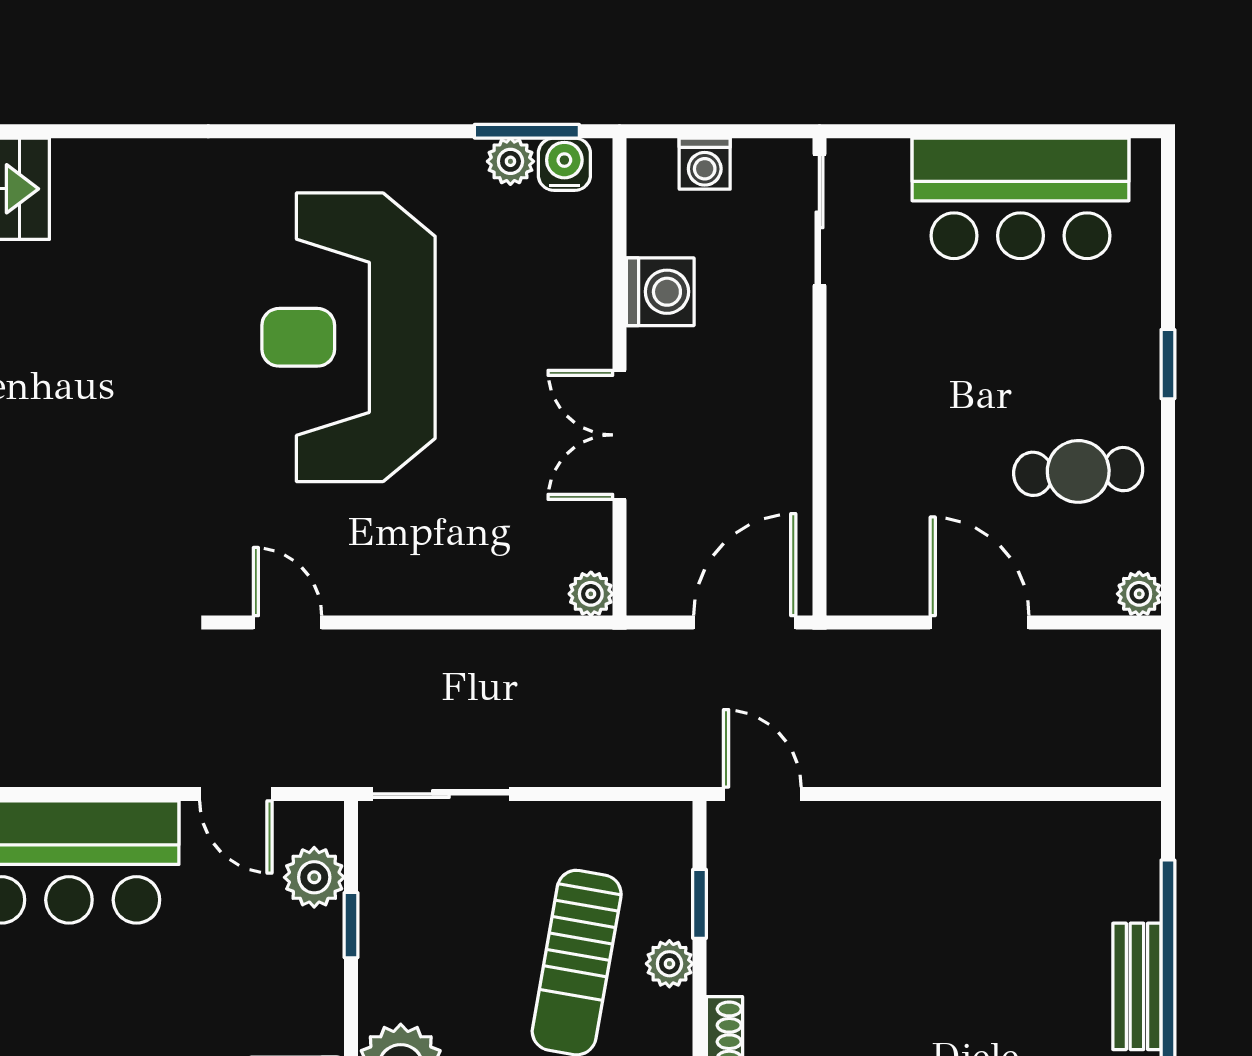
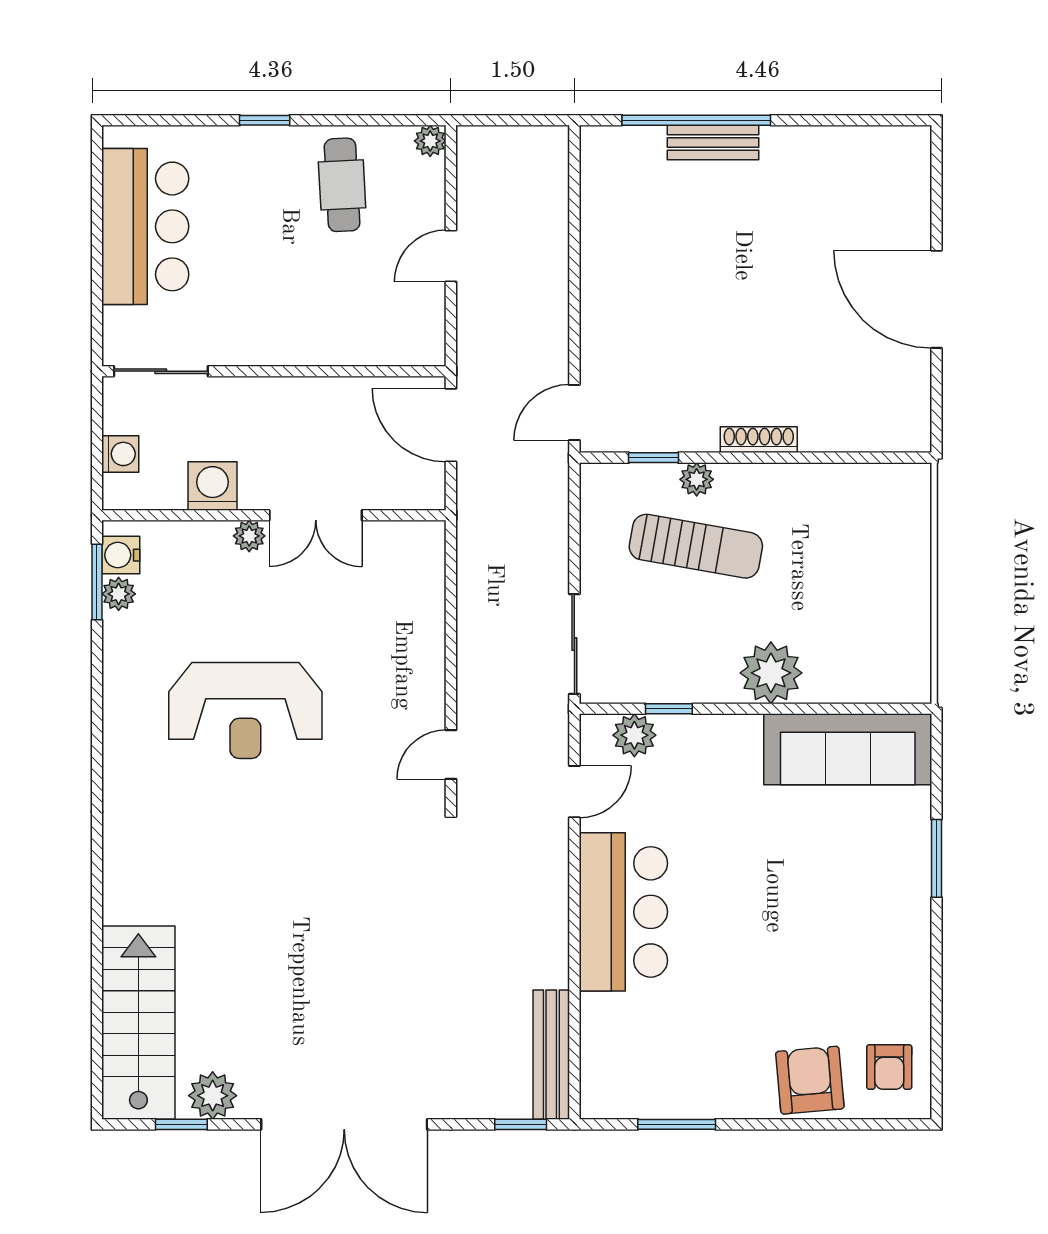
reception desk: (348, 337) -> (245, 711), width x0.74, depth x0.77
plant: (591, 594) -> (249, 536), moved
door: (980, 623) -> (451, 256), width x0.73

